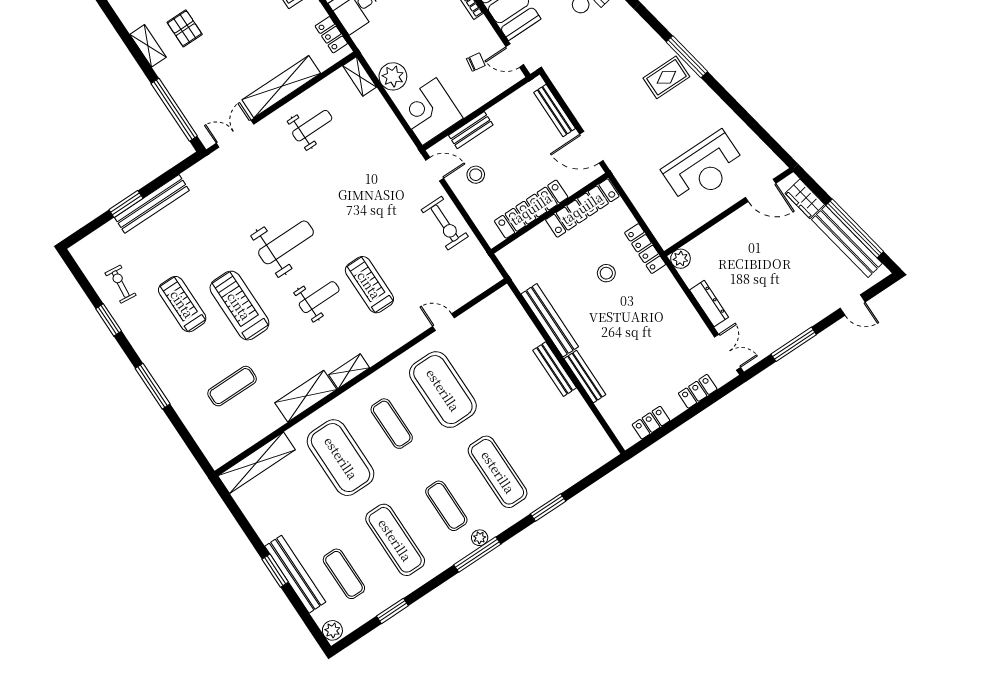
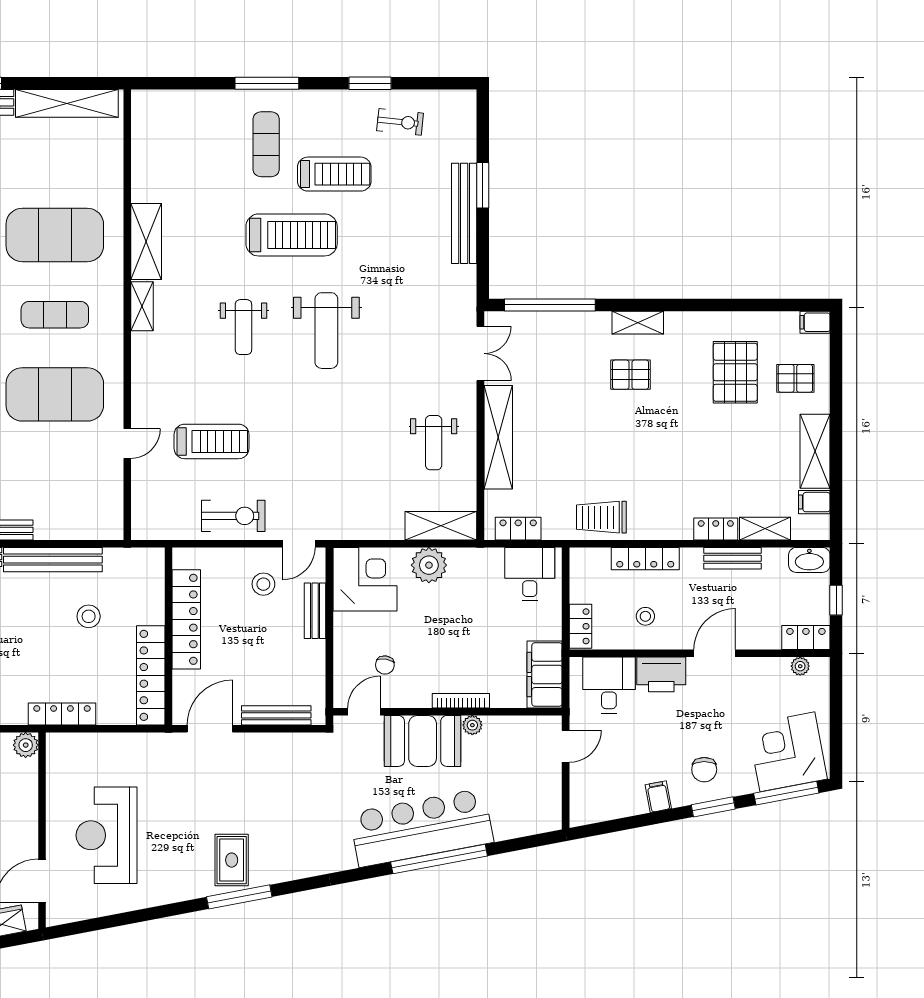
shelving: (360, 76) -> (441, 526), width x1.50, depth x1.33
exercise bike: (445, 223) -> (233, 516), turned 180
stool: (606, 273) -> (89, 616), moved
treadmill: (369, 285) -> (212, 441), moved
exercise mat: (232, 386) -> (266, 144), moved
shelving: (257, 463) -> (67, 103), moved, turned 90

